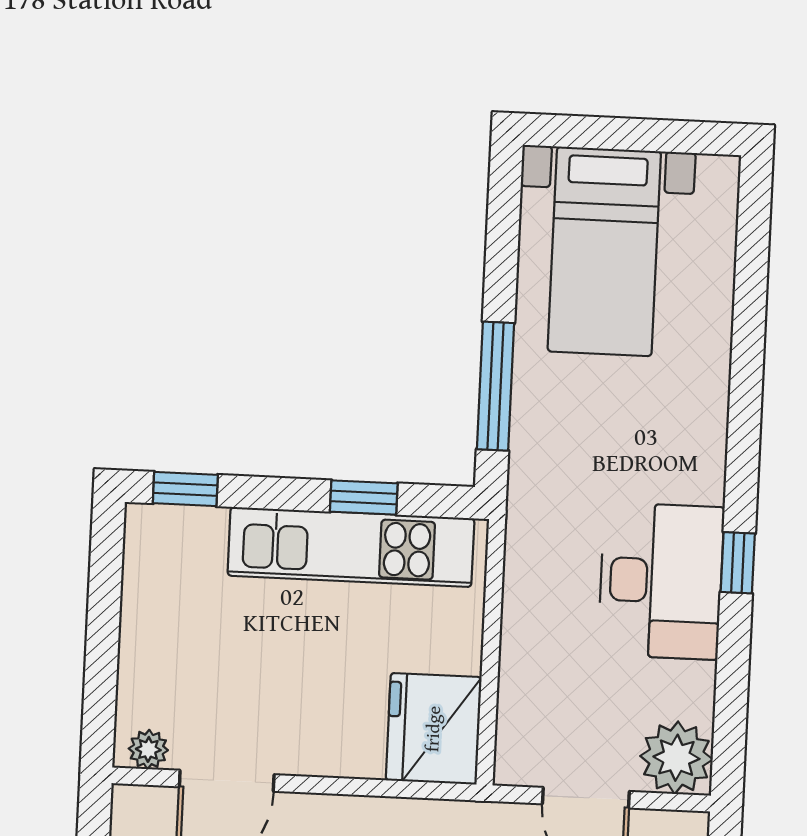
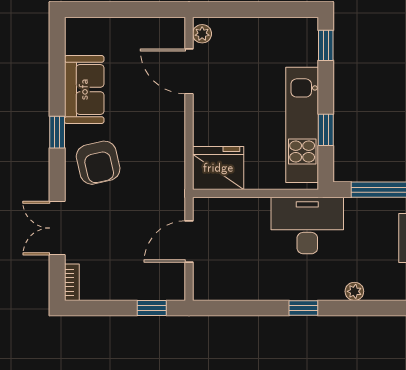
desk: (661, 581) -> (307, 225), moved, turned 180
plant: (676, 758) -> (354, 291), moved, width x0.53, depth x0.53

